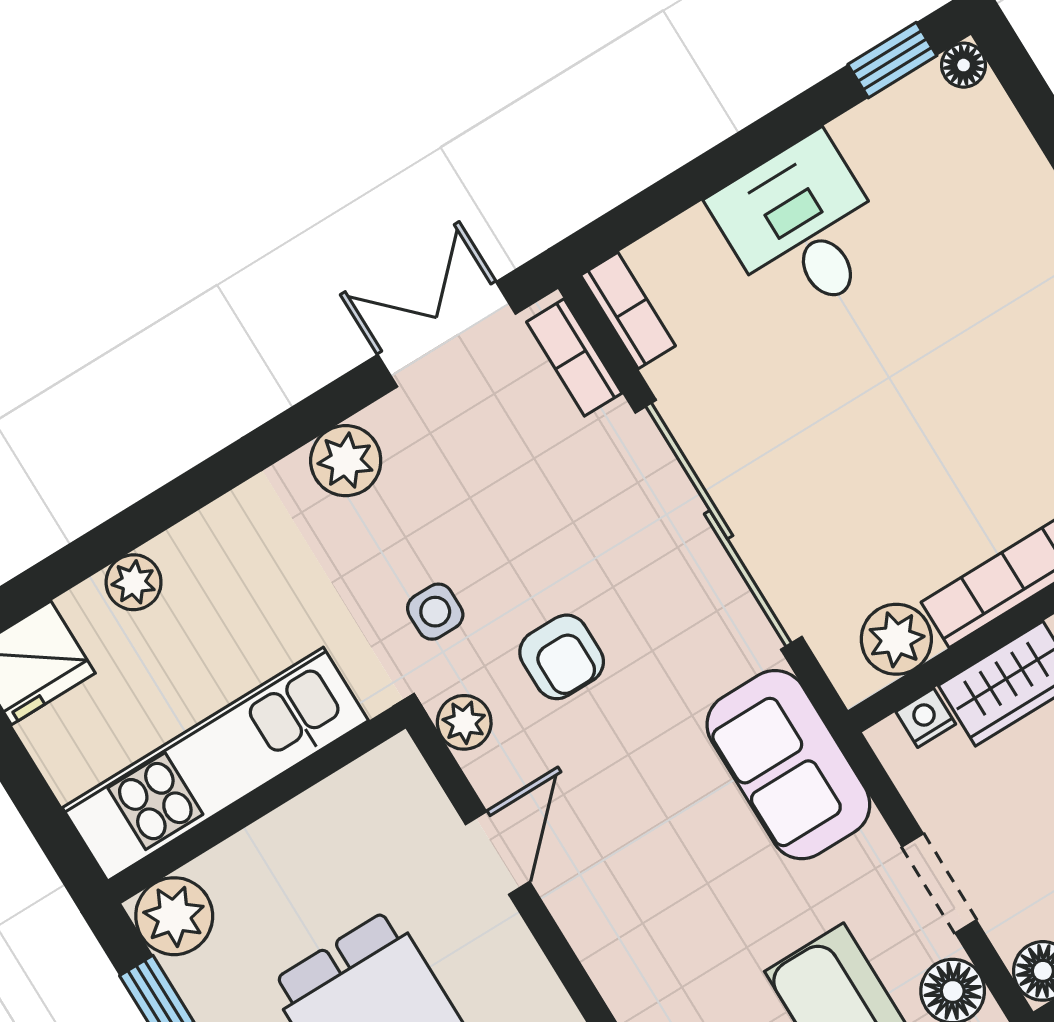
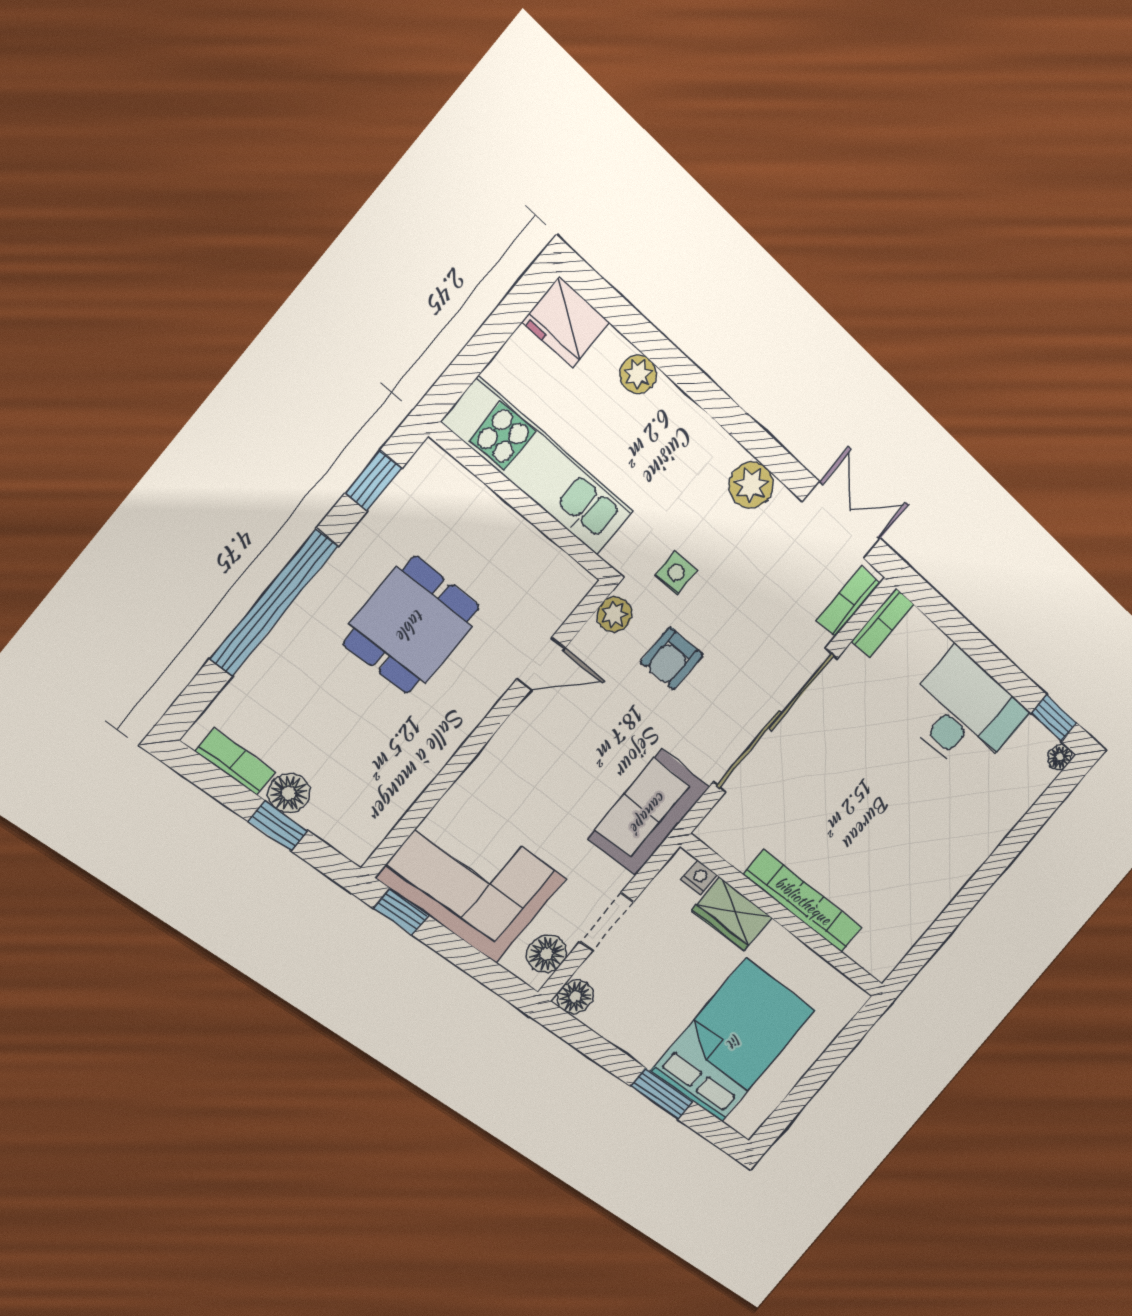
desk: (802, 228) -> (963, 713), width x1.37
plant: (896, 639) -> (739, 844), removed
plant: (174, 916) -> (432, 474), removed

